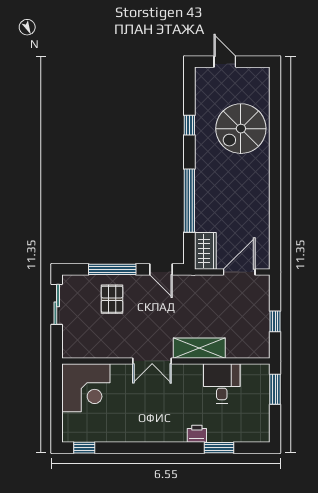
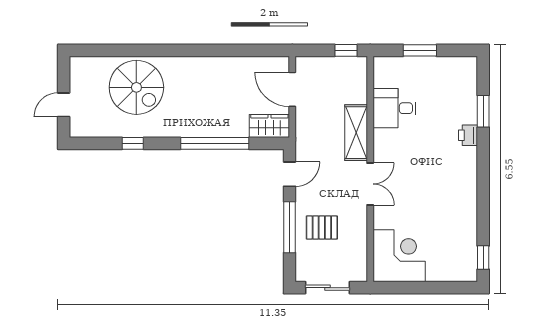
shelving: (199, 348) -> (356, 133), moved
double door: (152, 361) -> (370, 184), moved
wall: (166, 361) -> (370, 169), moved
desk: (222, 383) -> (394, 108), moved
corner desk: (86, 388) -> (399, 256), moved

